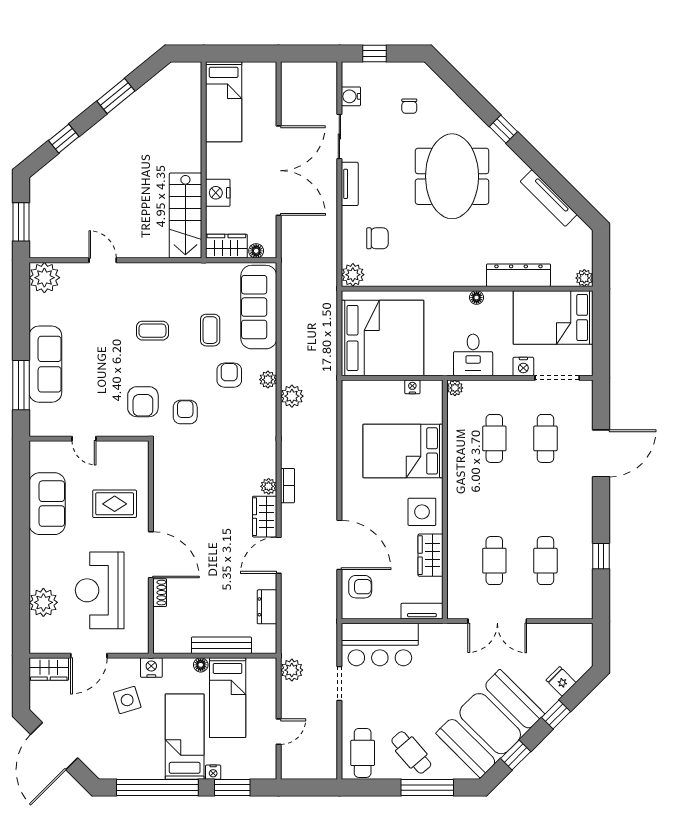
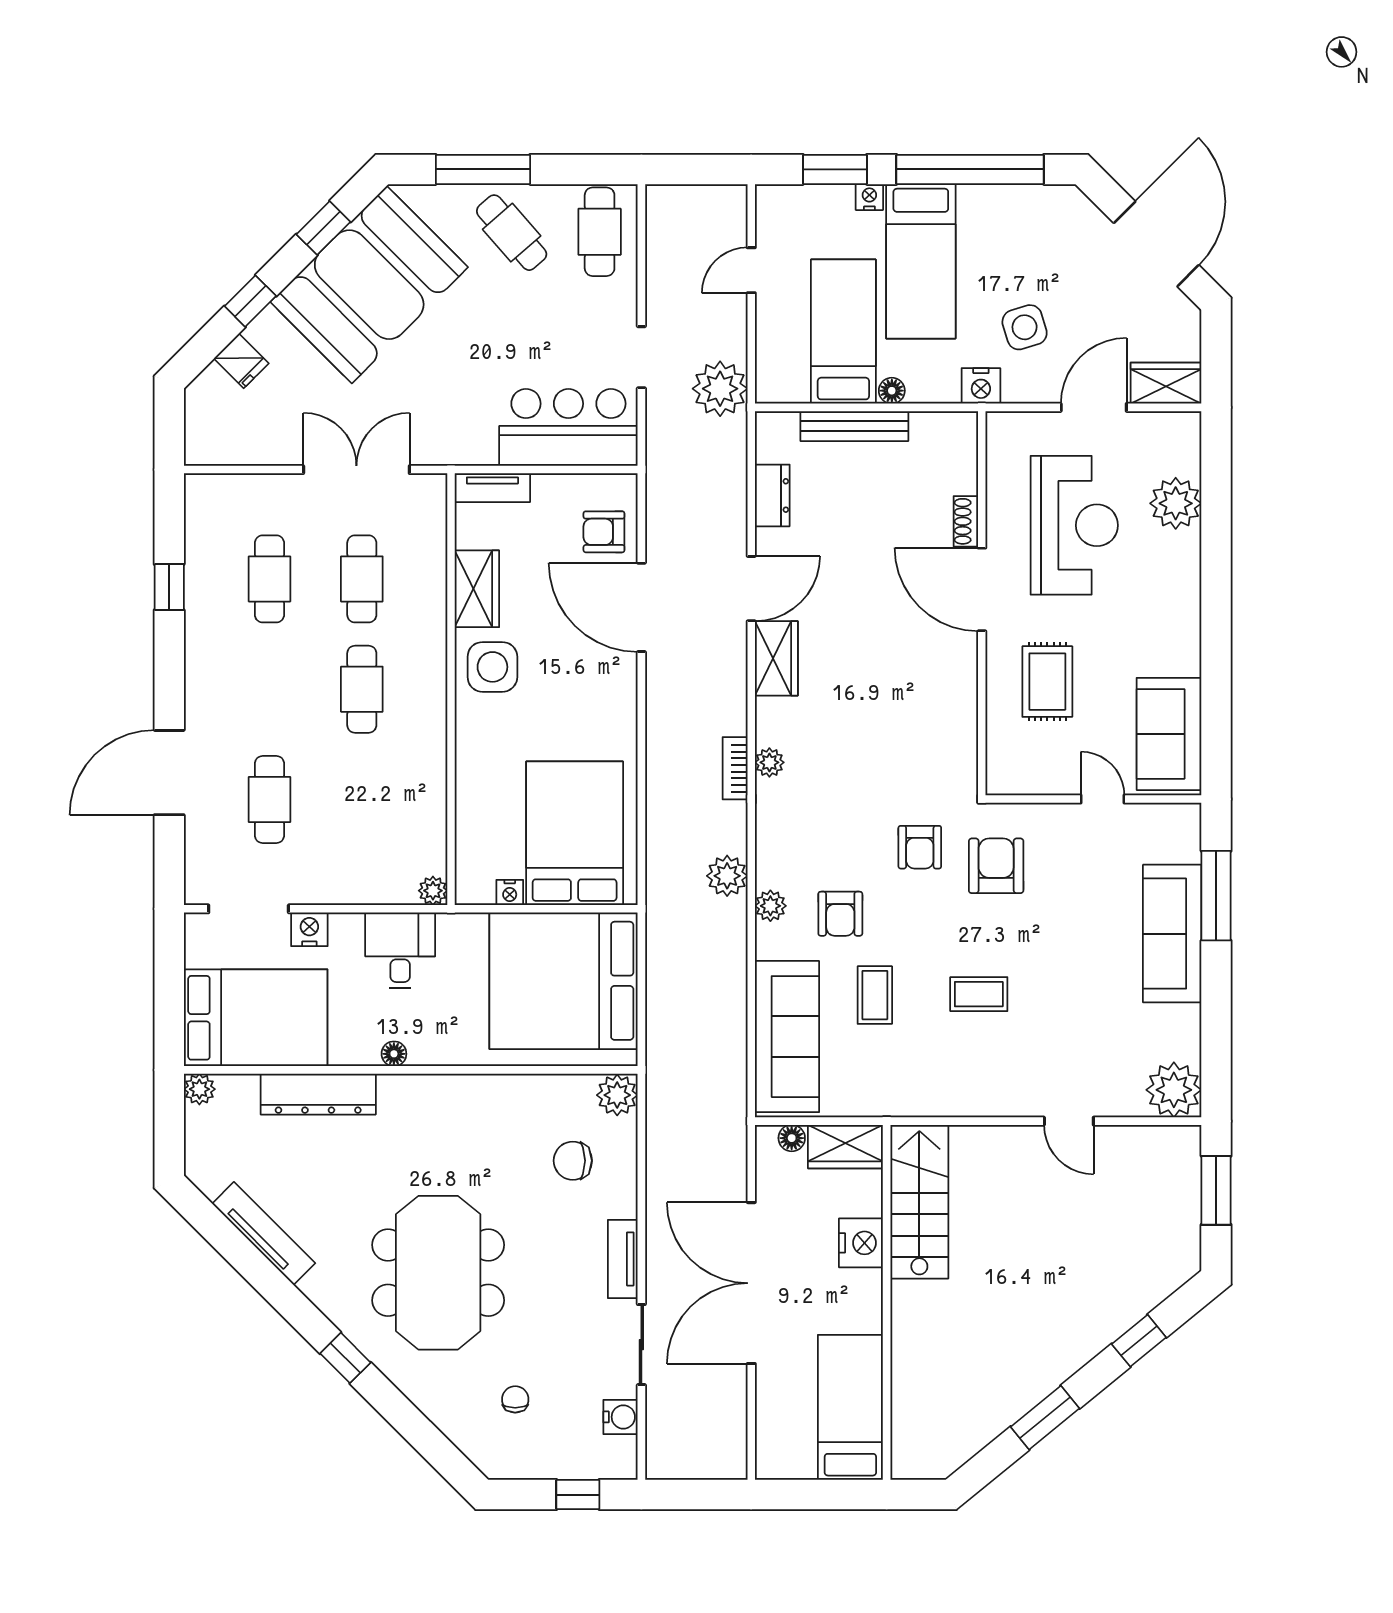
cafe table: (494, 438) -> (362, 689), moved
bed: (403, 451) -> (575, 833), moved, turned -90
plant: (269, 486) -> (769, 762), moved
bookcase: (288, 486) -> (735, 768), moved
sofa: (47, 504) -> (1169, 734), moved
rug: (115, 504) -> (1047, 682), turned 90
plant: (292, 670) -> (720, 389), width x1.36, depth x1.36

